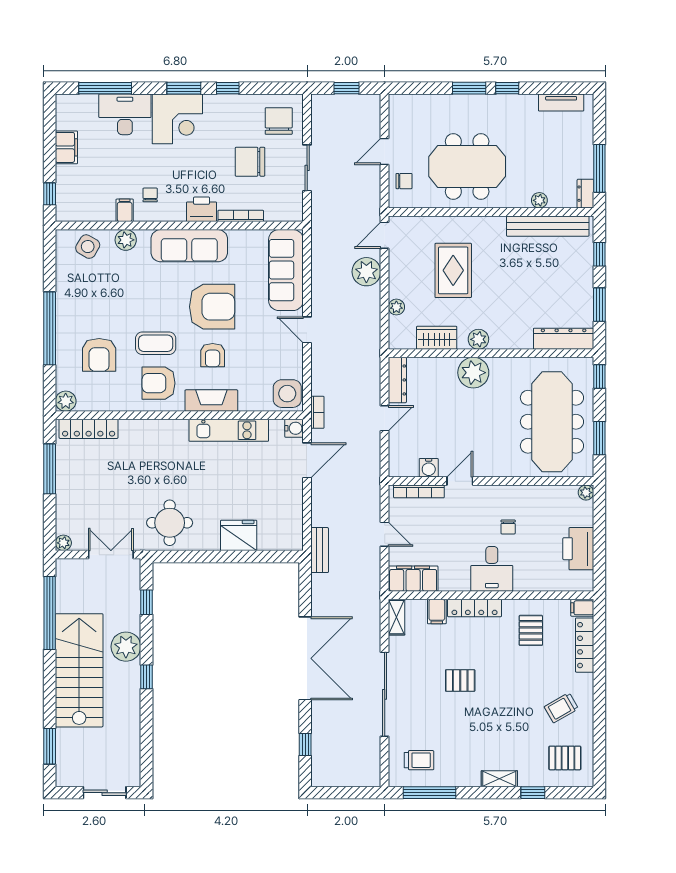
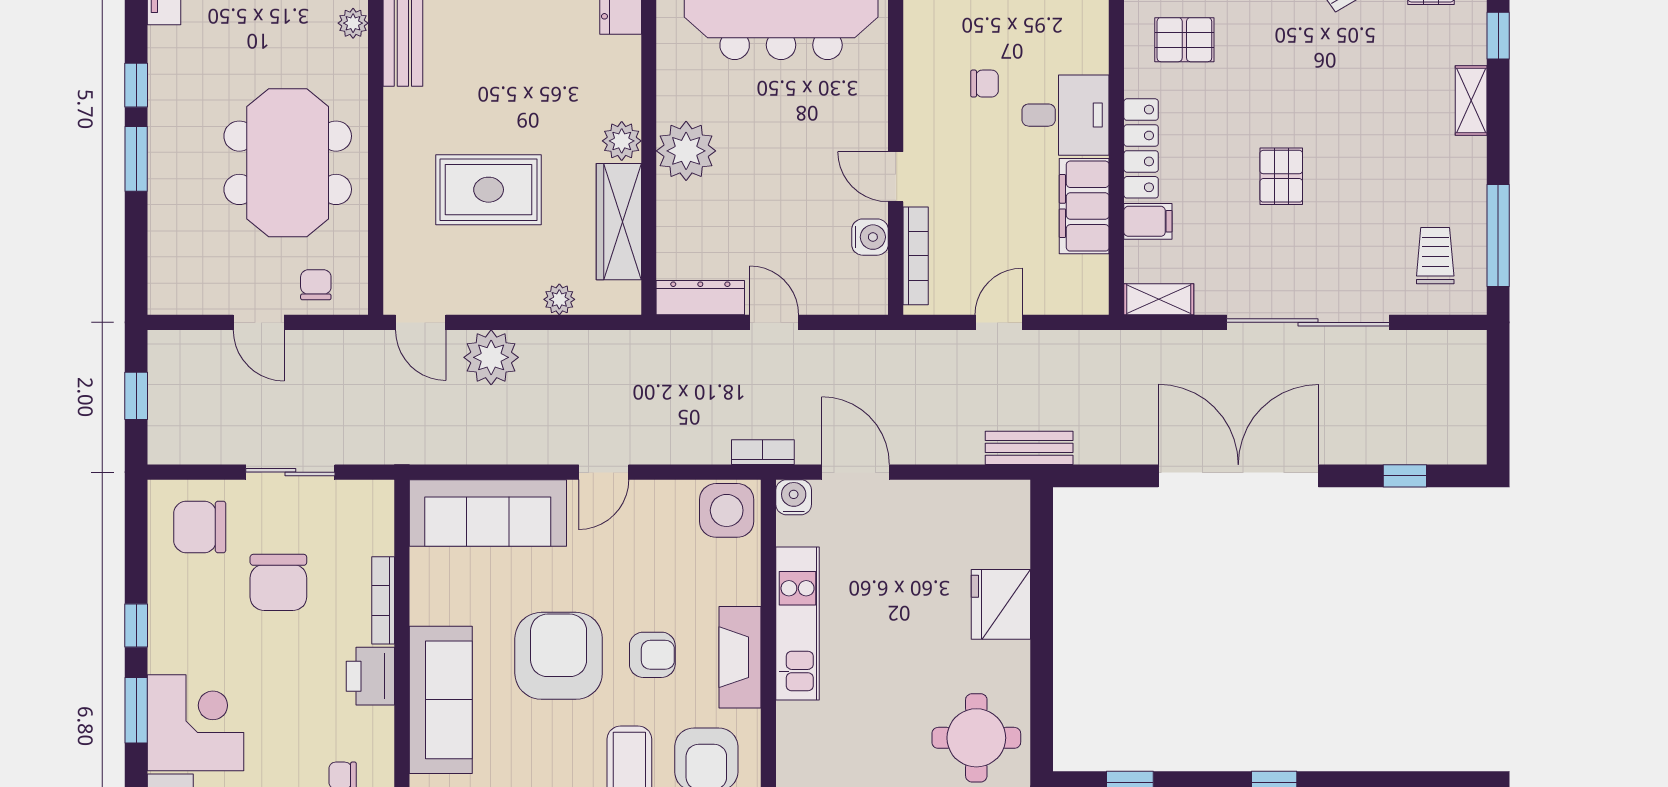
wardrobe: (437, 338) -> (619, 222), width x1.50
filing cabinet: (413, 579) -> (1084, 206), moved

